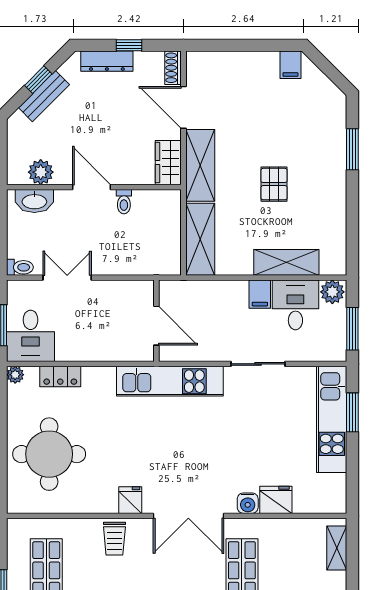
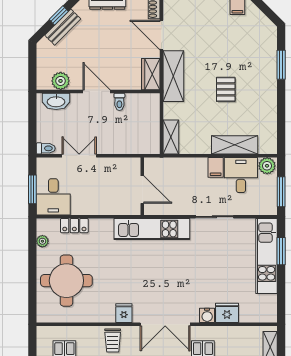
shelving: (200, 239) -> (171, 137), width x0.67, depth x0.75
plant: (15, 375) -> (42, 241), moved

